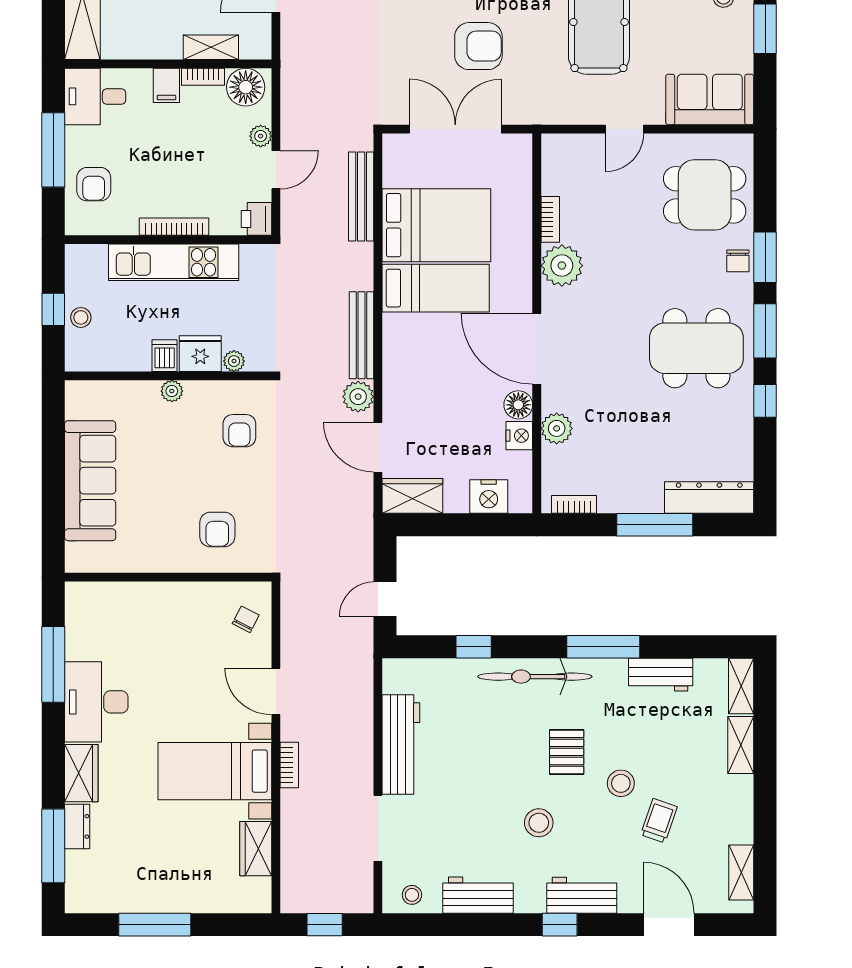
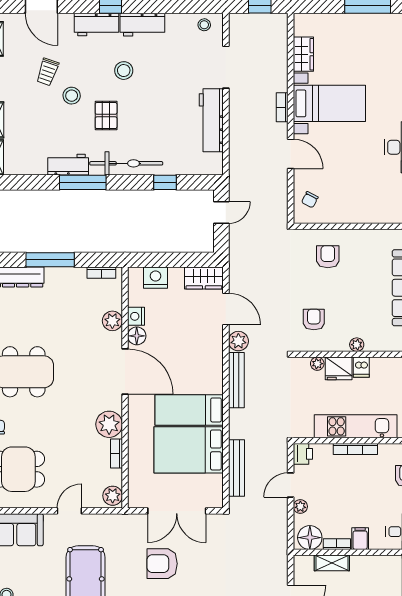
plant: (556, 153) -> (113, 496), added
workbench: (661, 675) -> (68, 165), moved
workbench: (478, 895) -> (142, 25), moved

